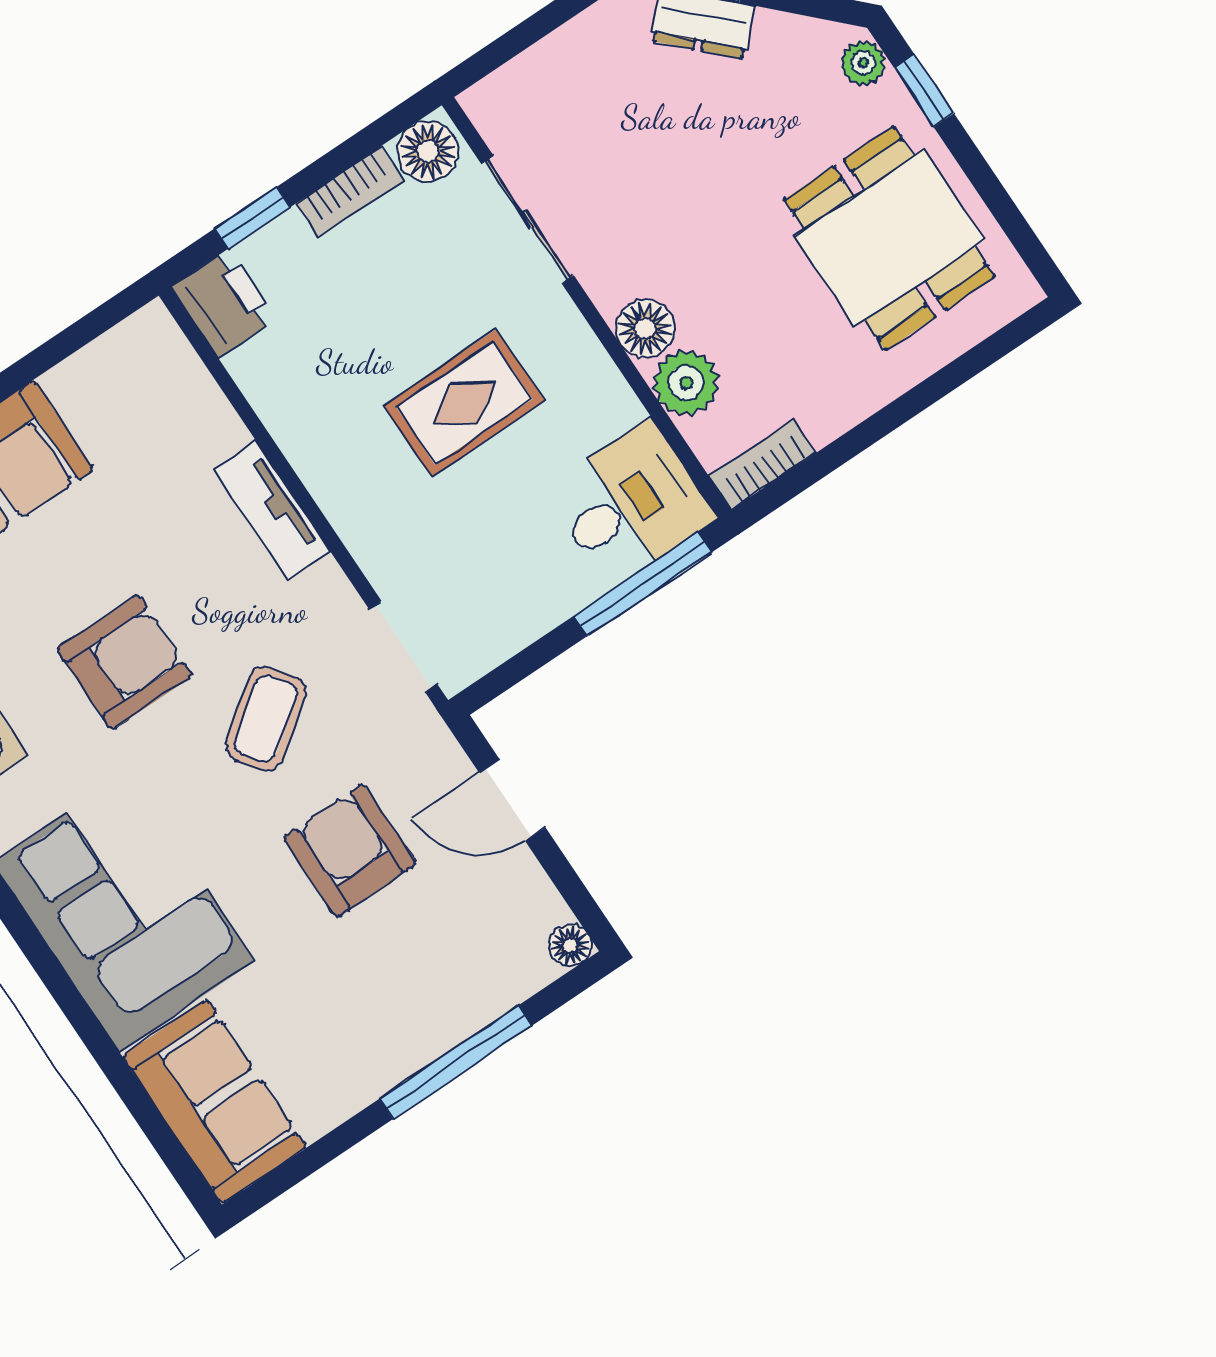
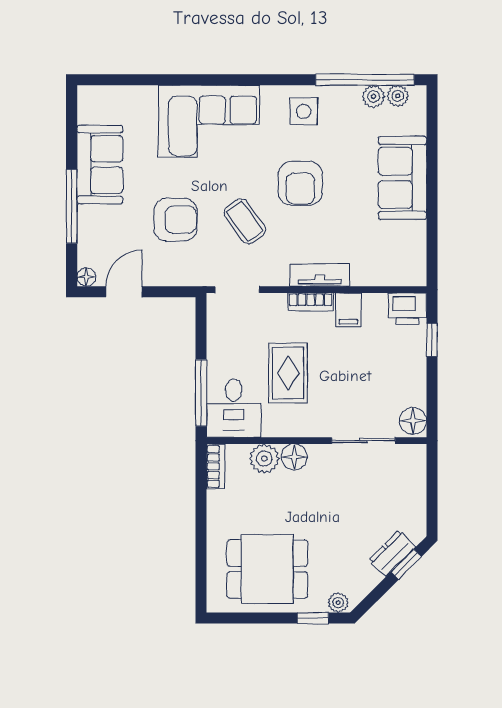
bookcase: (350, 192) -> (311, 302), moved, turned -90
rug: (464, 403) -> (288, 373), moved
filing cabinet: (301, 412) -> (348, 310), added
door: (512, 800) -> (124, 292), moved
sofa: (214, 1101) -> (100, 165), moved, turned -90

